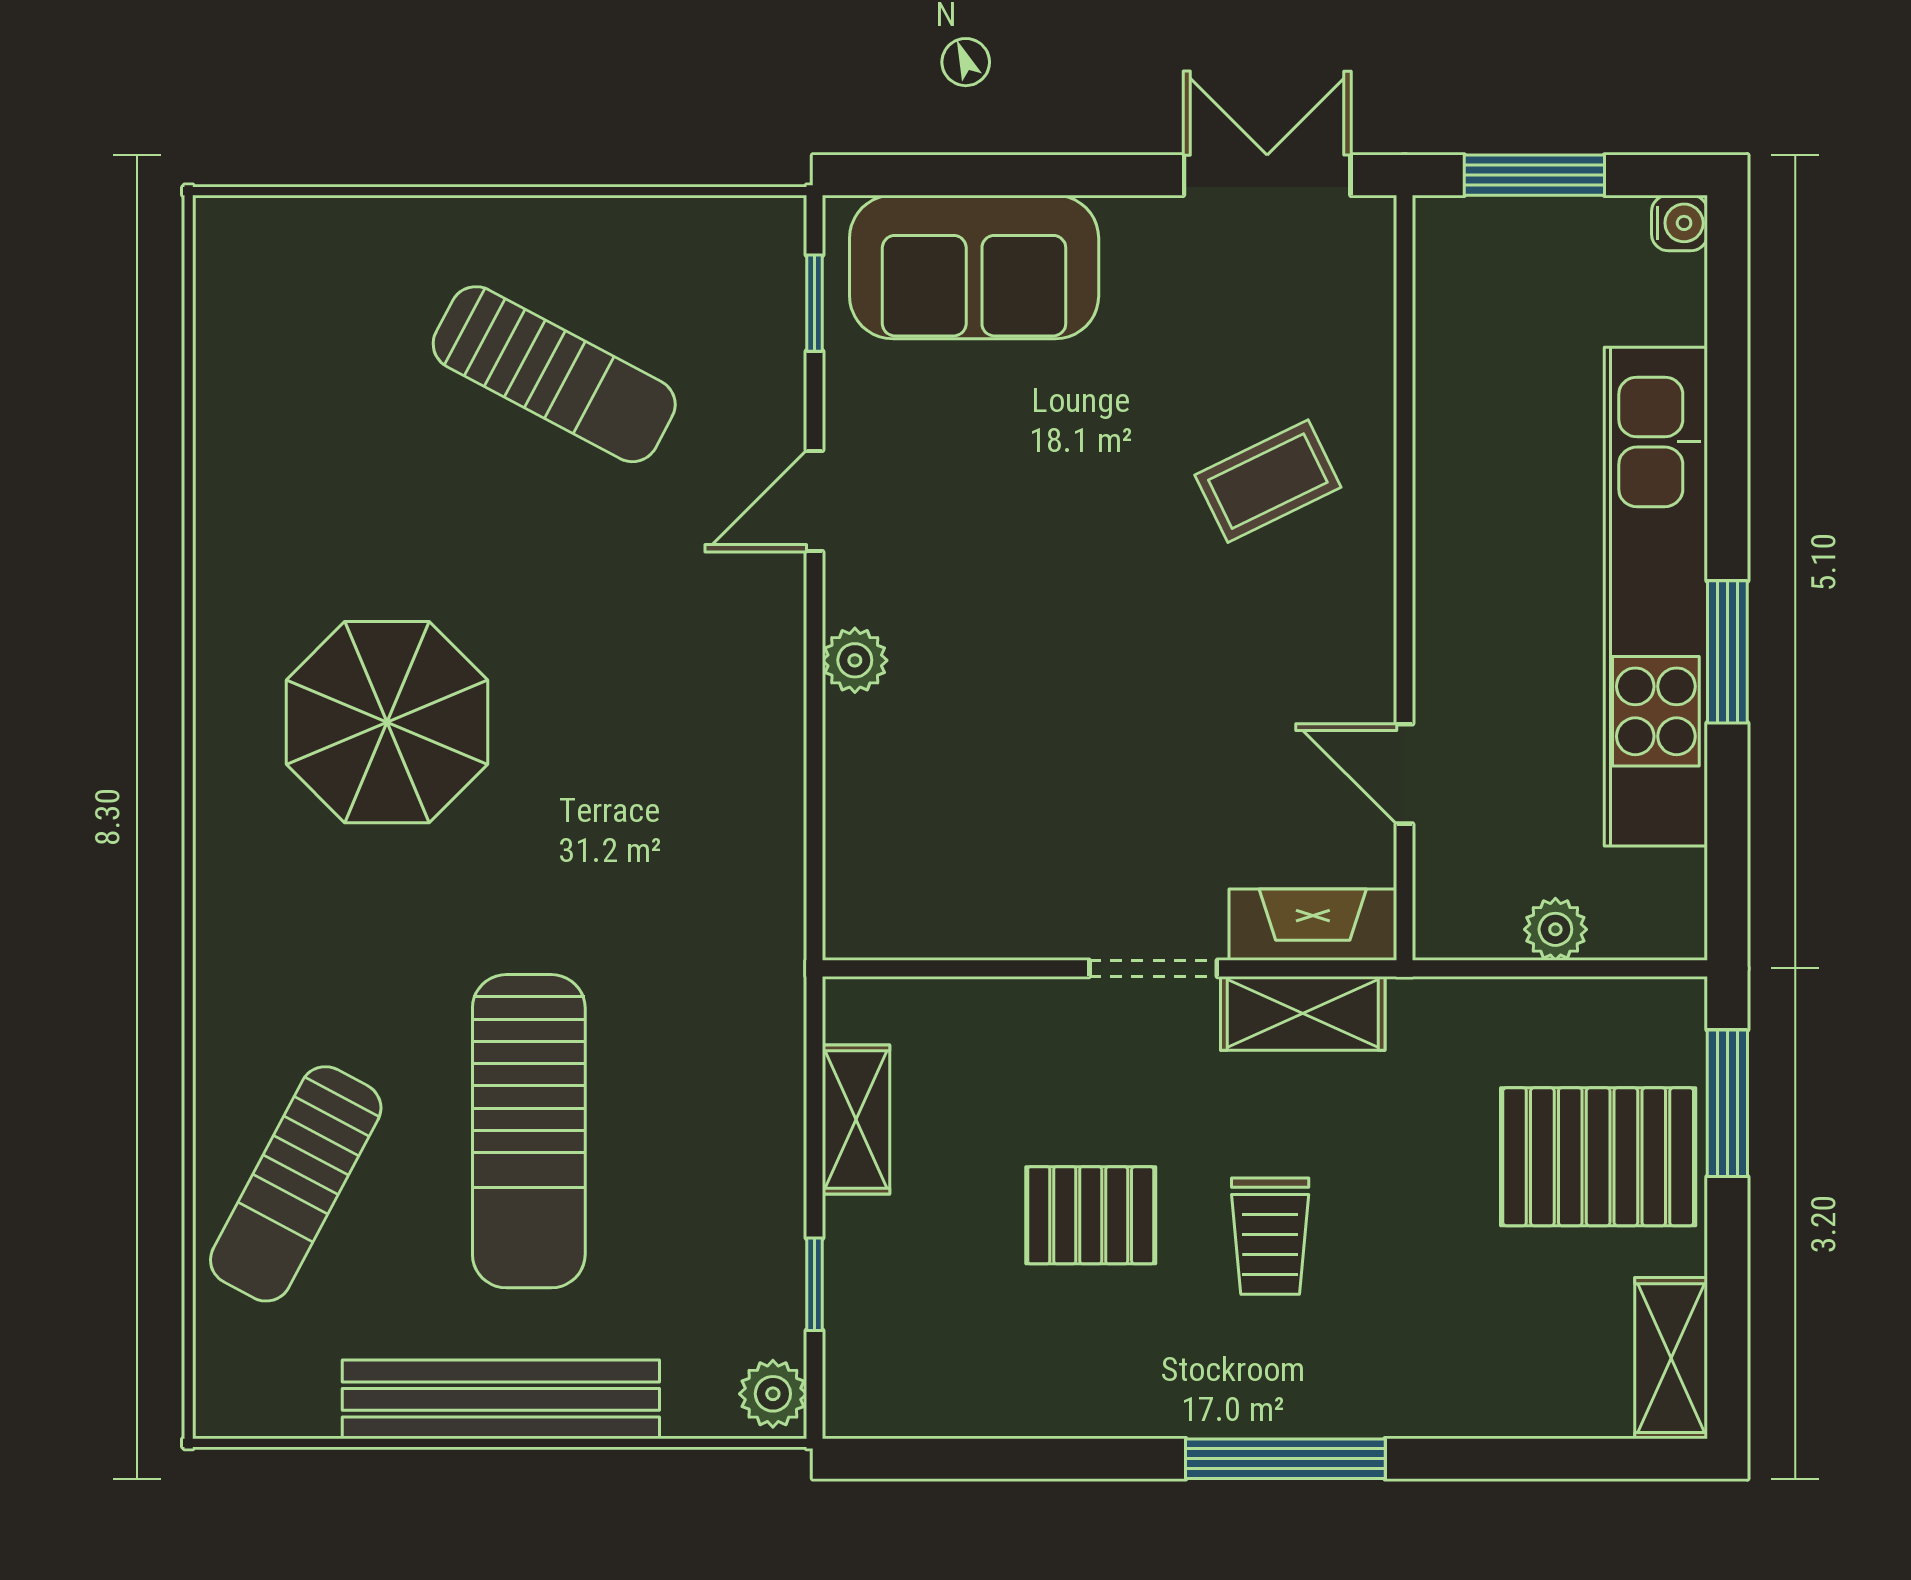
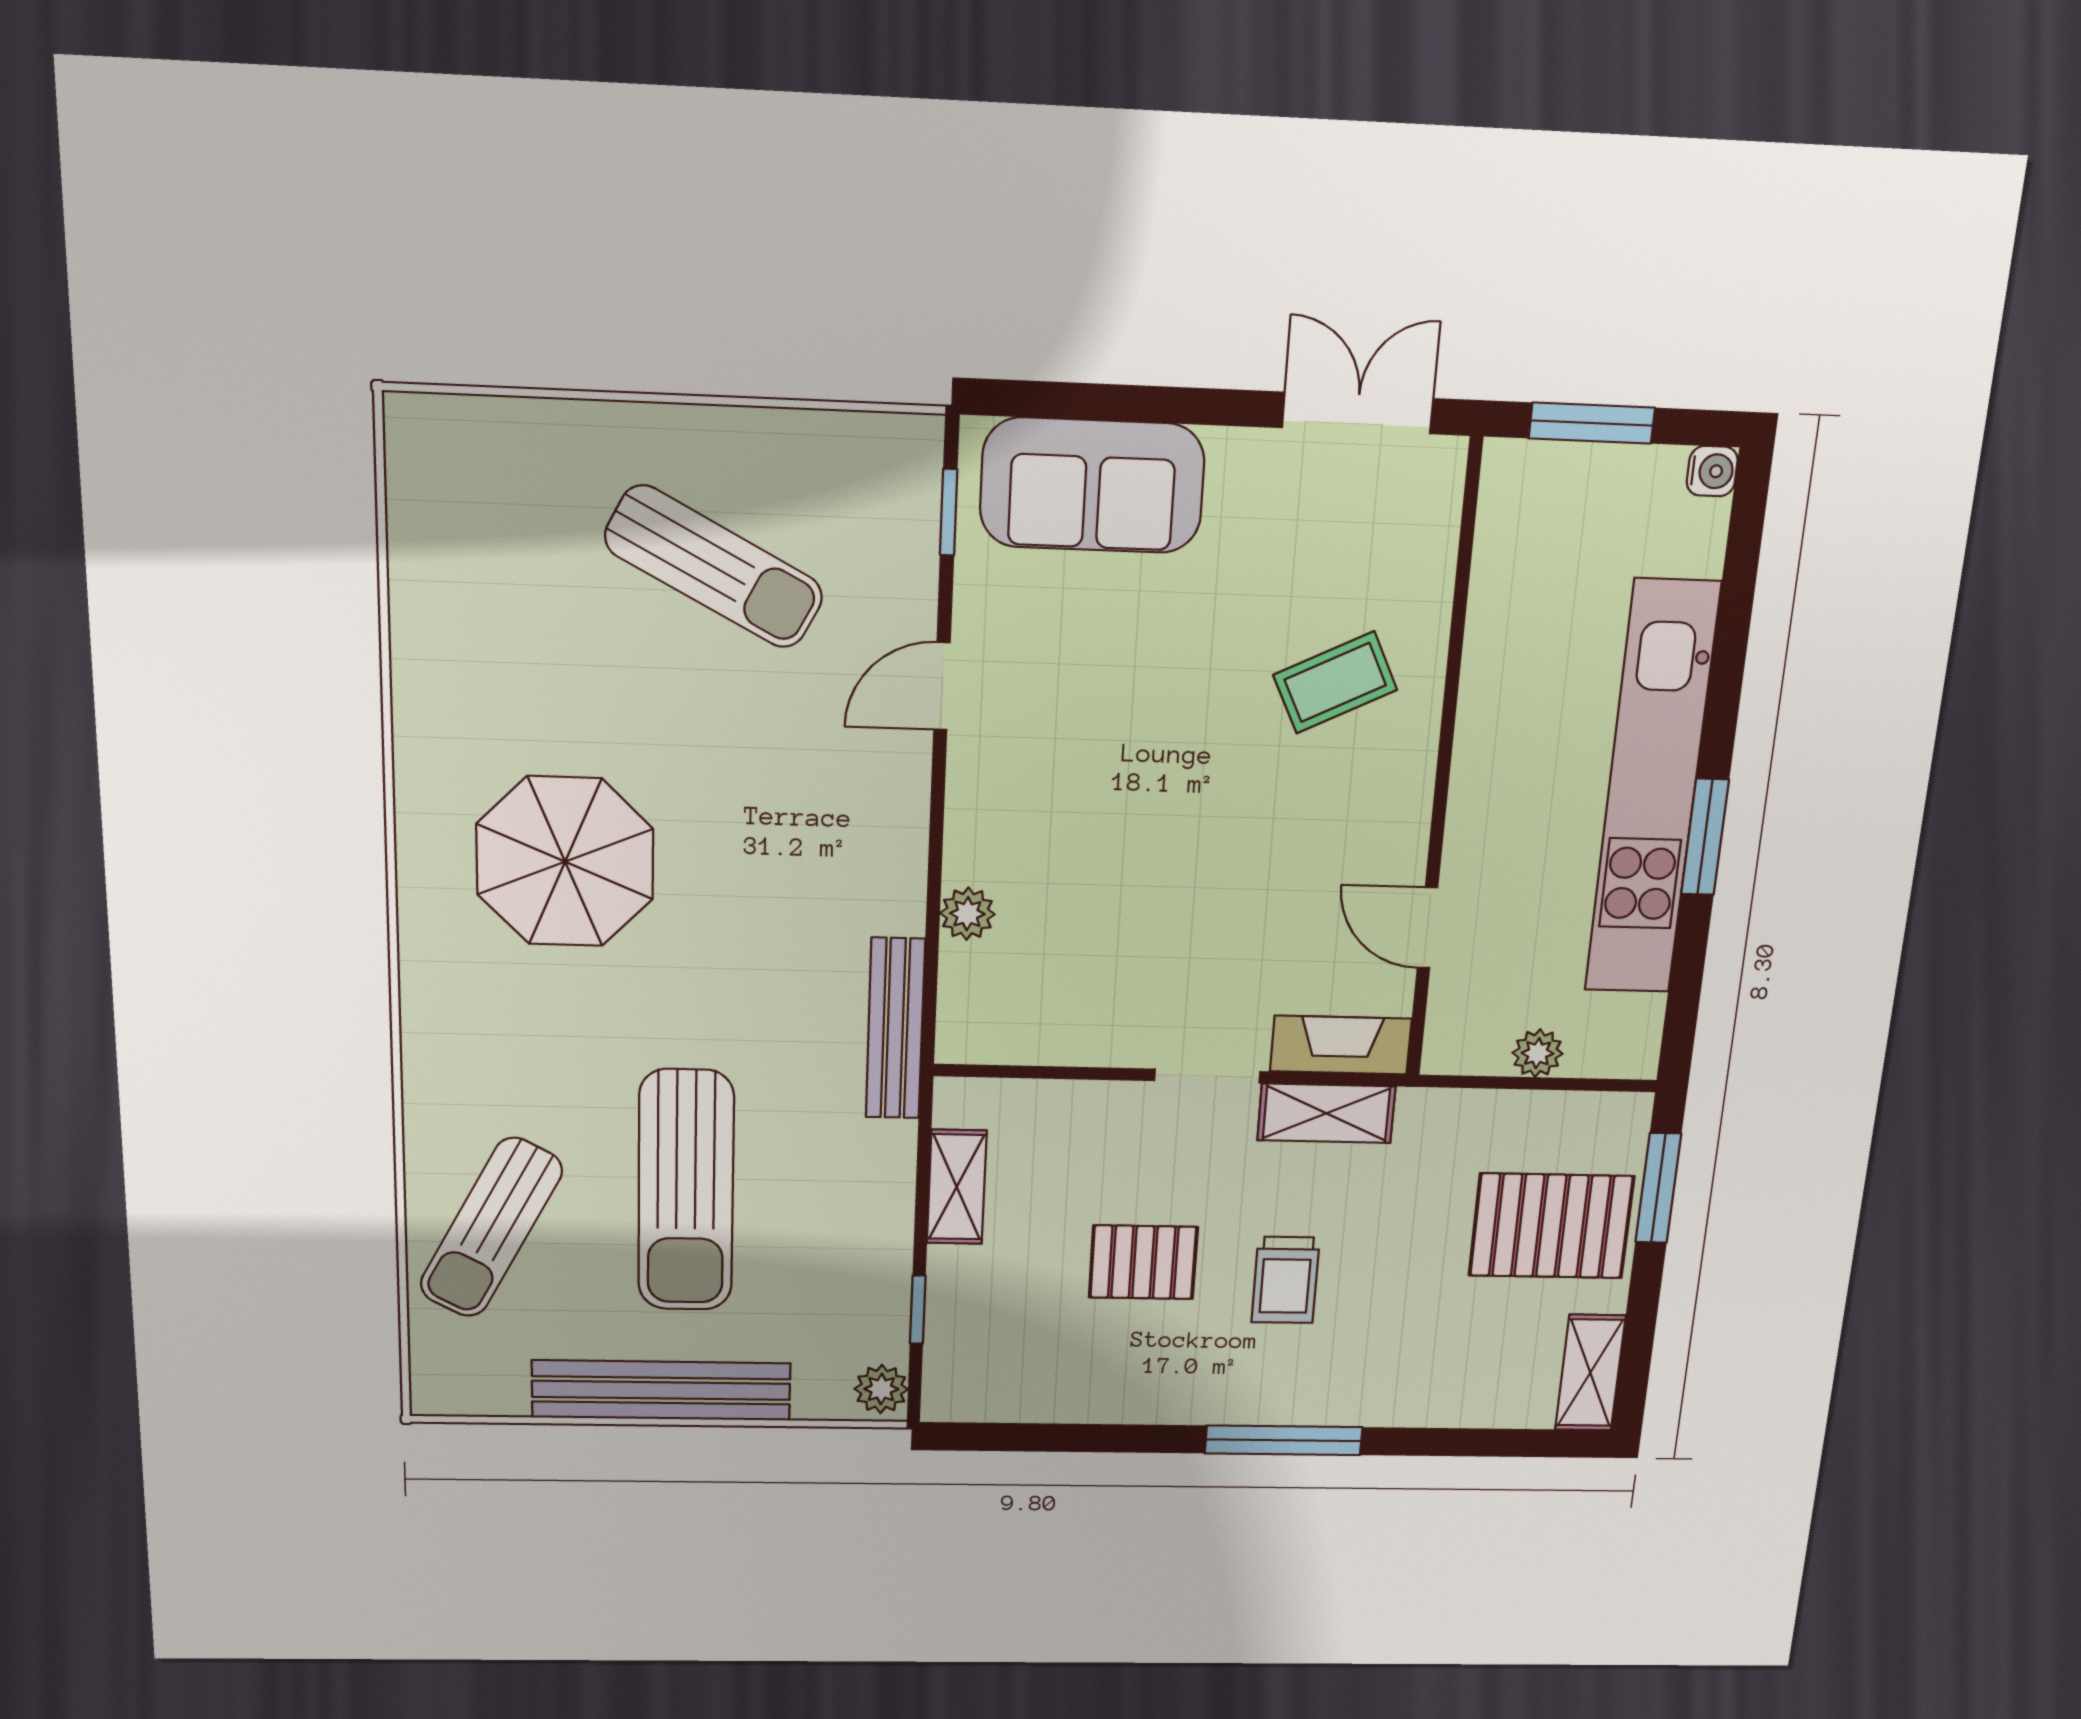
plant: (855, 660) -> (967, 914), moved
bench: (775, 917) -> (895, 1029), added

